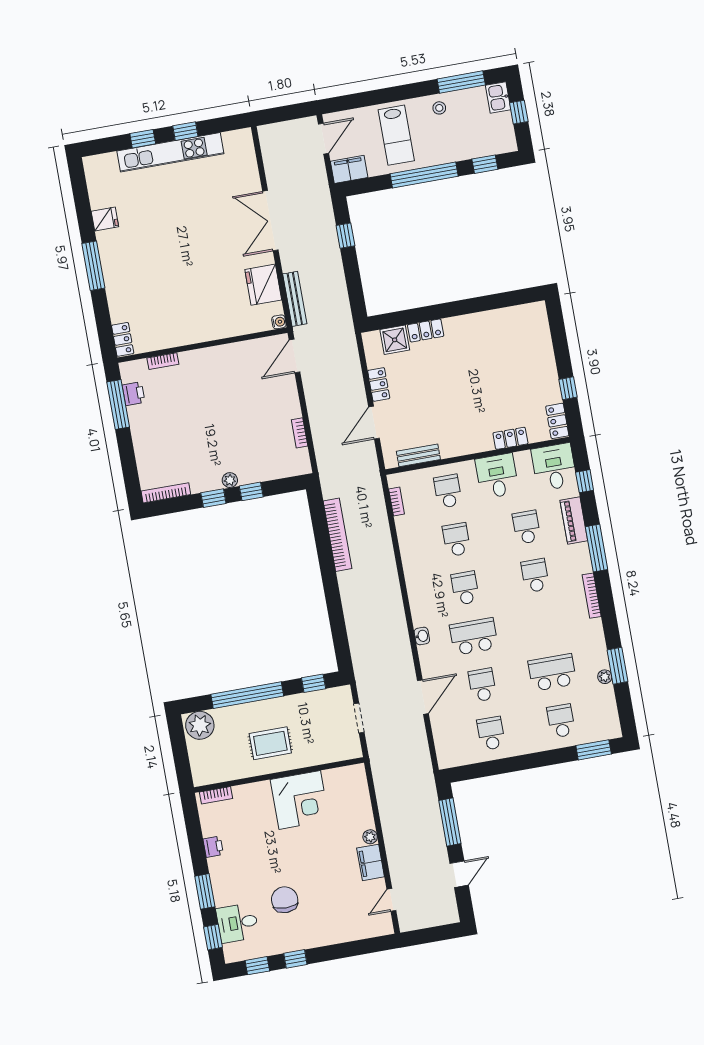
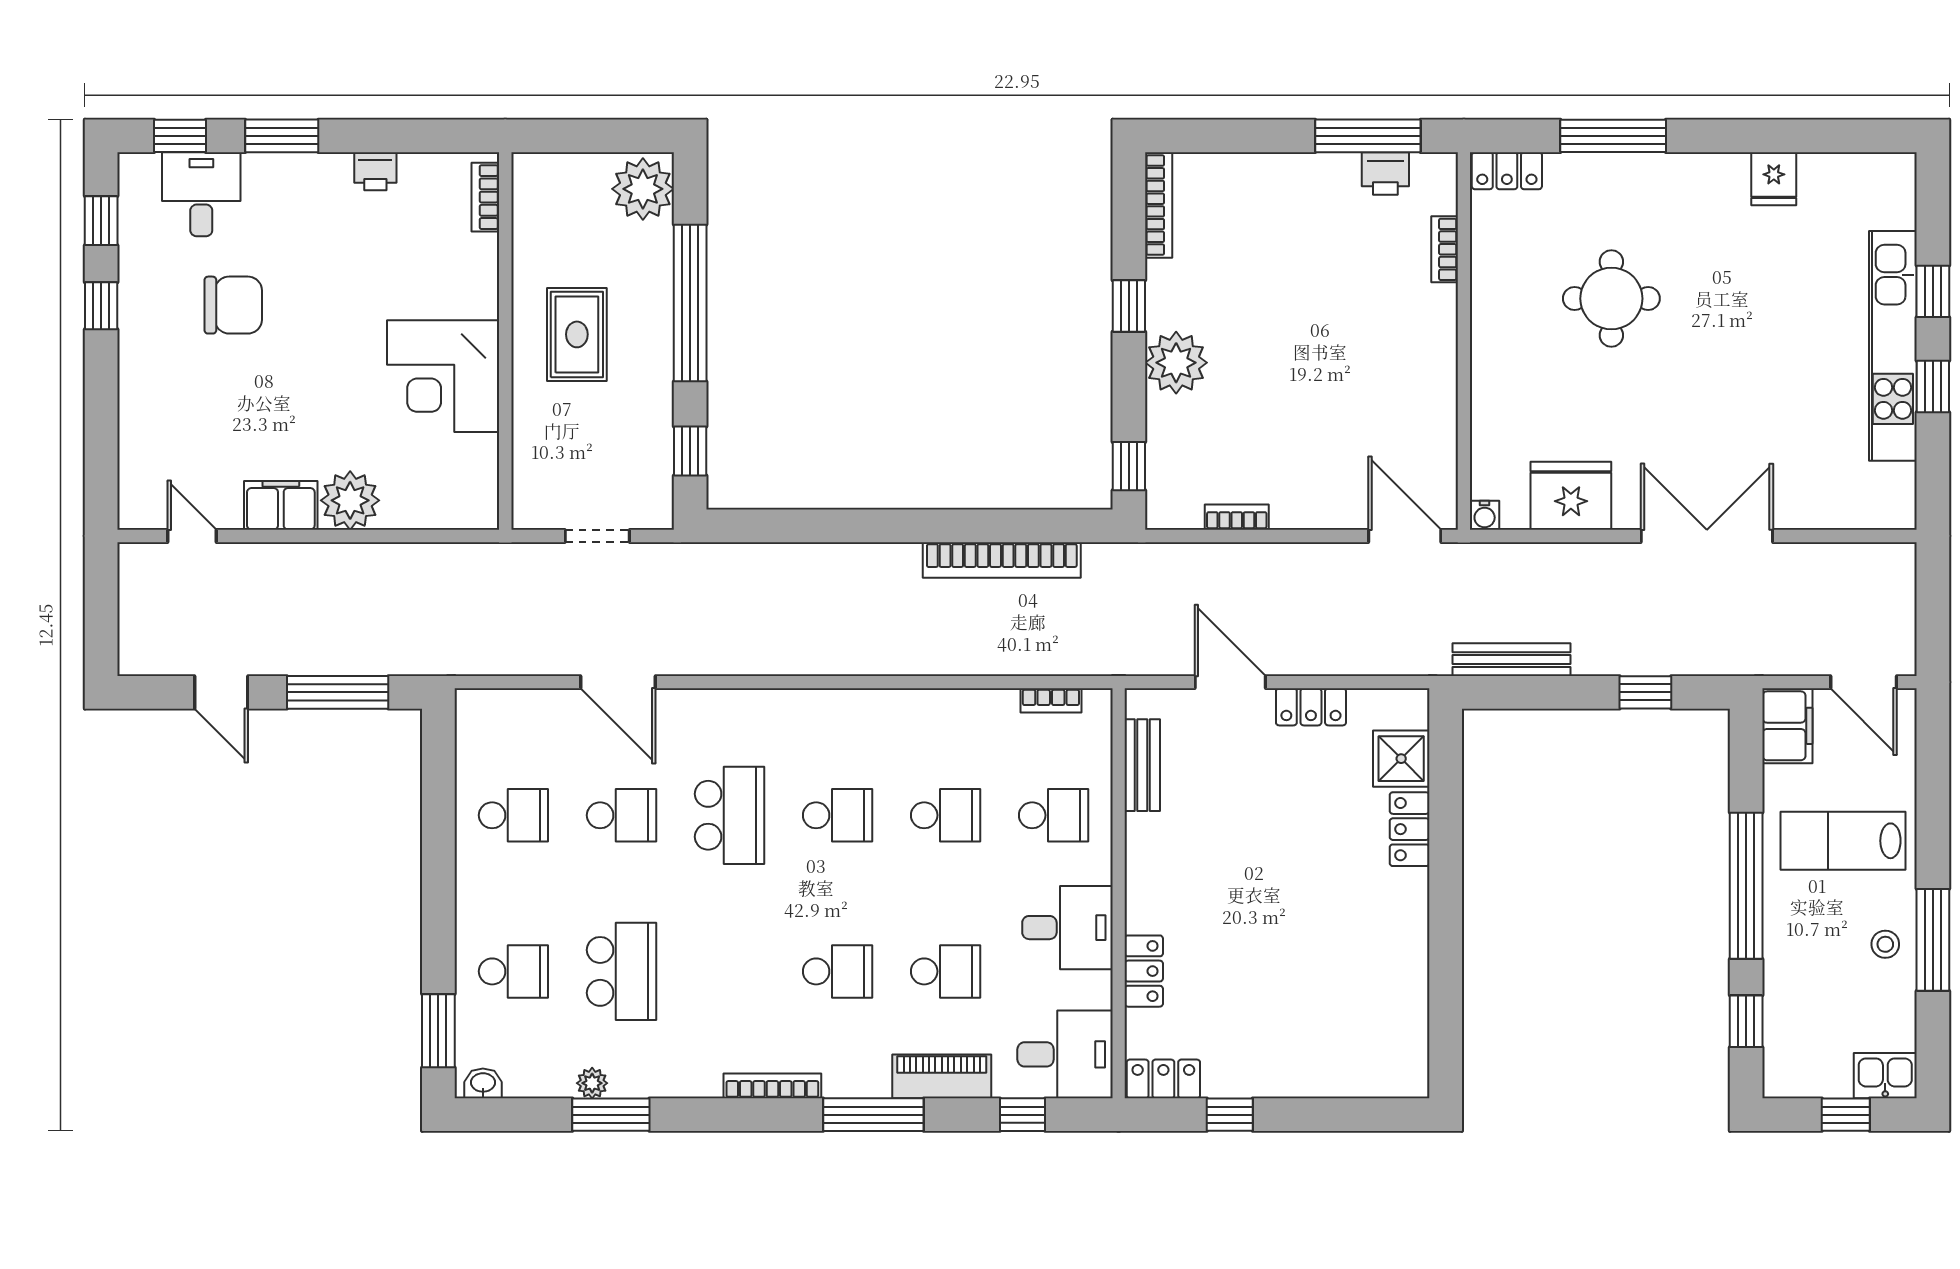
window: (461, 82) -> (1933, 940), moved
window: (93, 266) -> (1613, 136), moved
round table: (172, 282) -> (1611, 299), added
bench: (295, 299) -> (1512, 660), moved
plant: (230, 480) -> (1176, 363), width x1.88, depth x1.88
window: (251, 491) -> (1129, 466), moved
washbasin: (422, 636) -> (483, 1083), moved, turned 180
plant: (370, 837) -> (350, 500), width x1.87, depth x1.87

